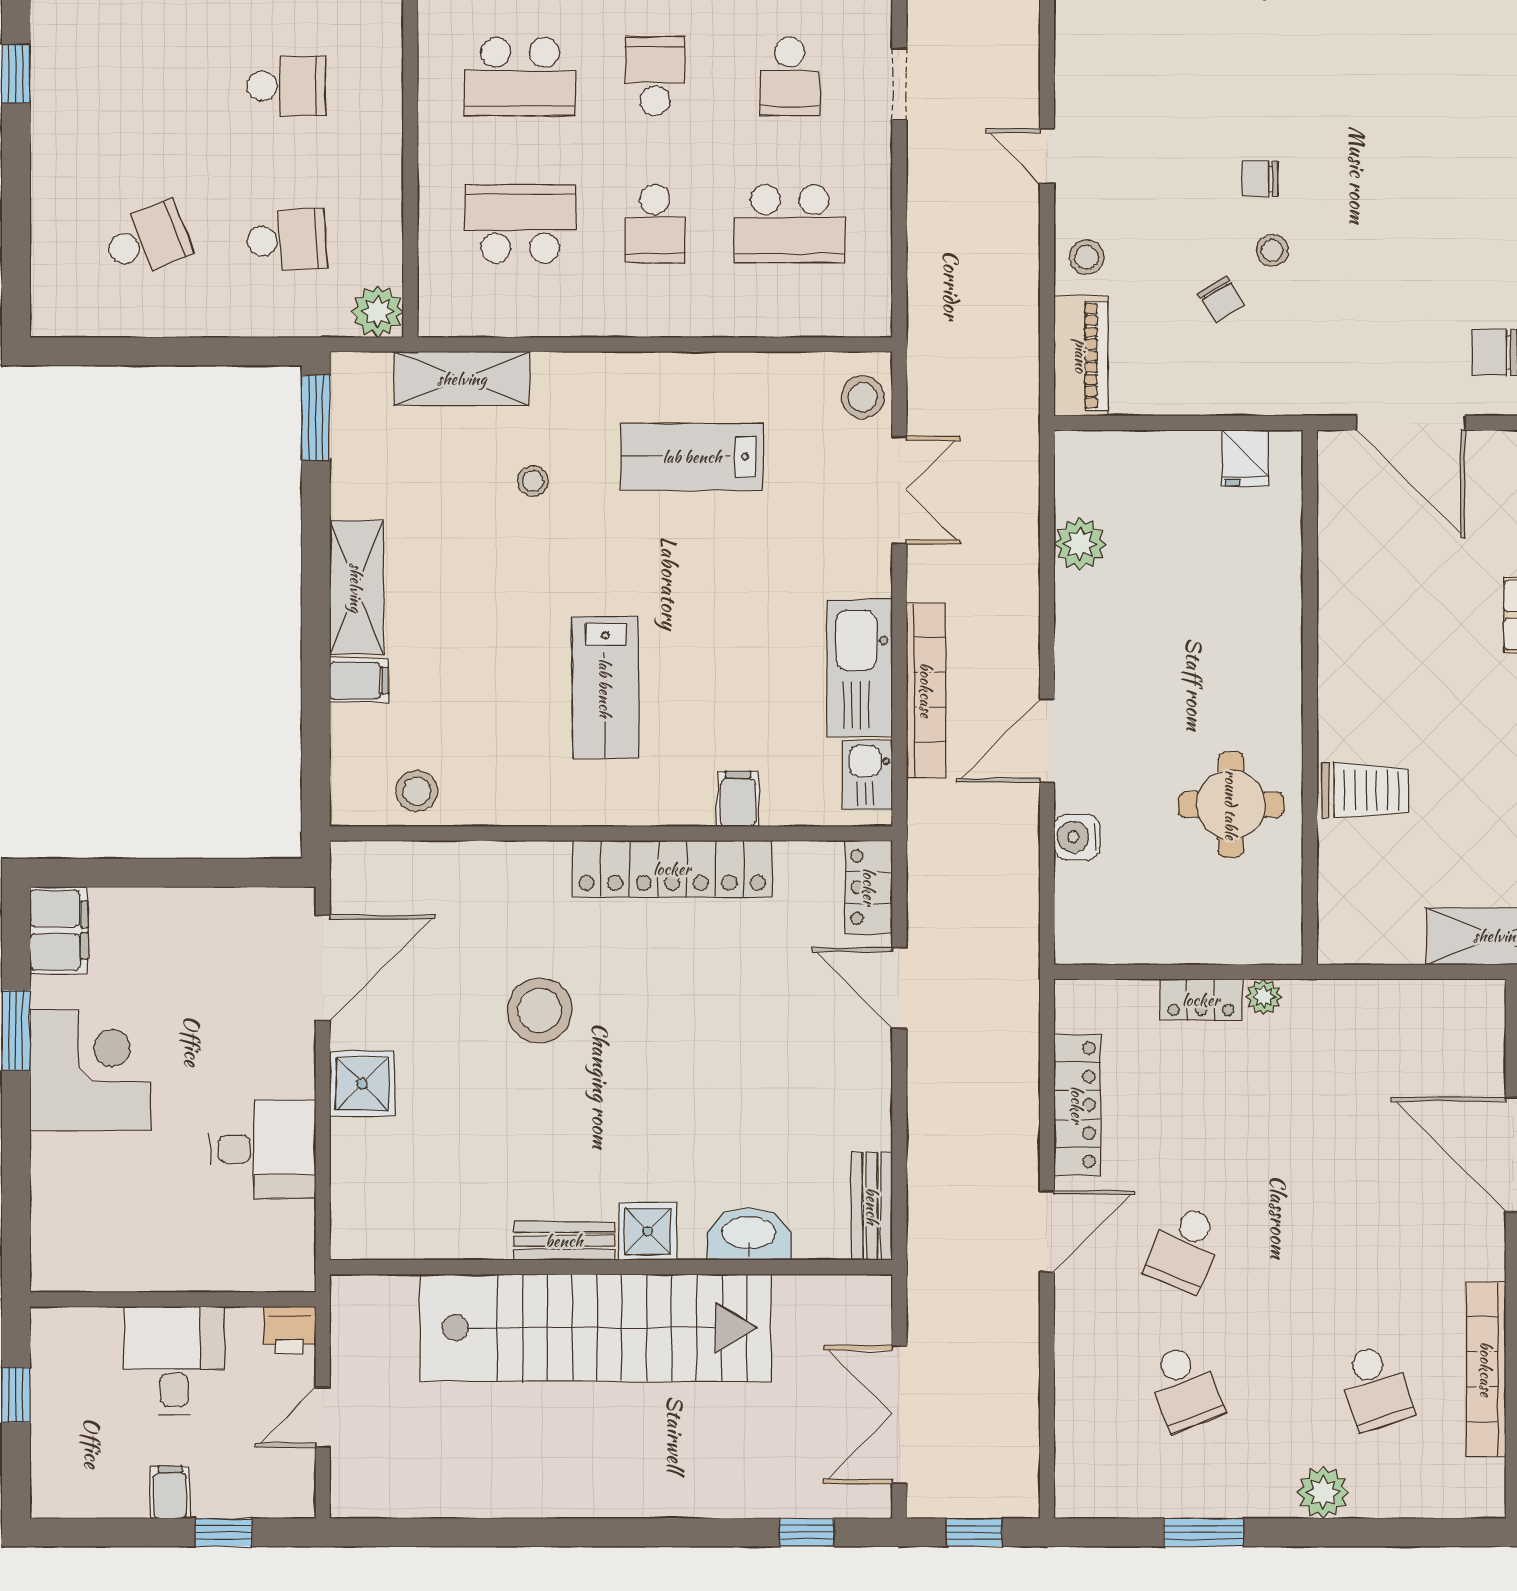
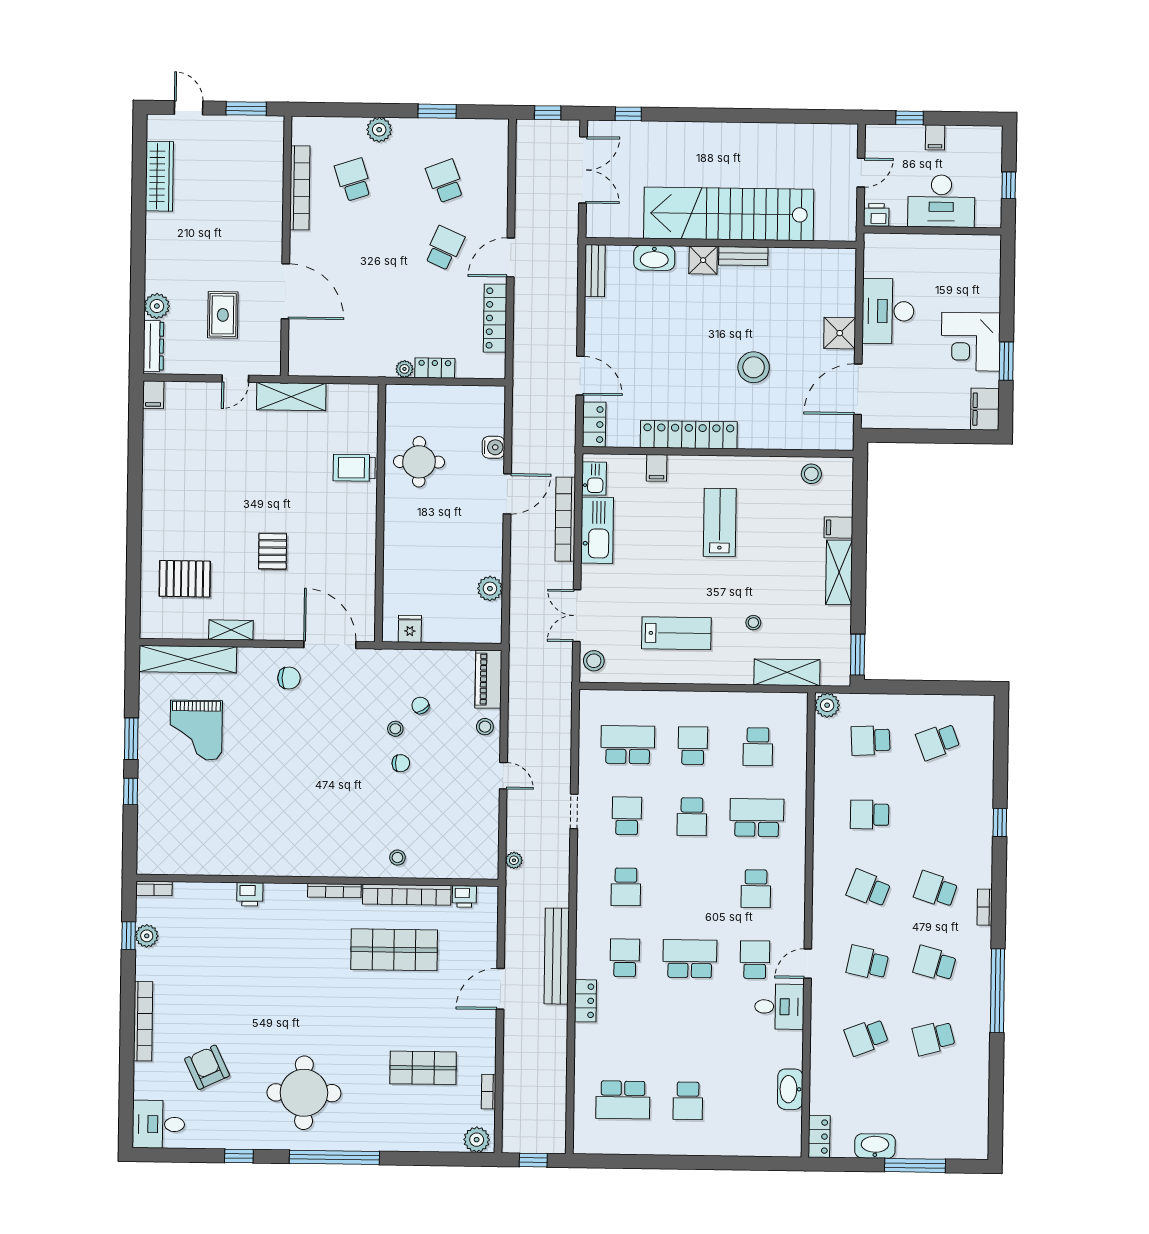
school desk: (520, 224) -> (758, 747), width x0.54
desk: (263, 1149) -> (888, 311), width x1.37
desk: (174, 1361) -> (941, 201), width x1.37

